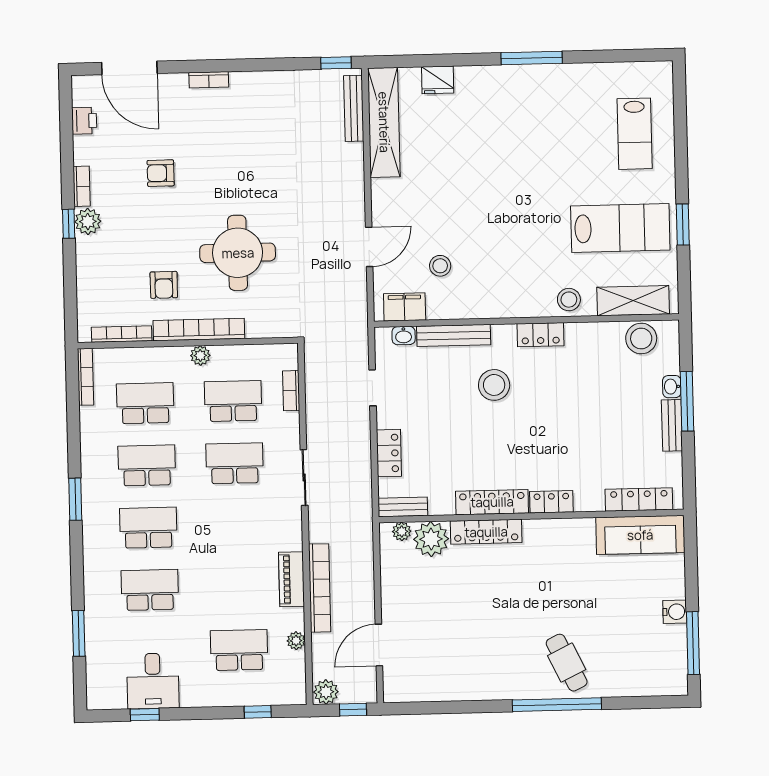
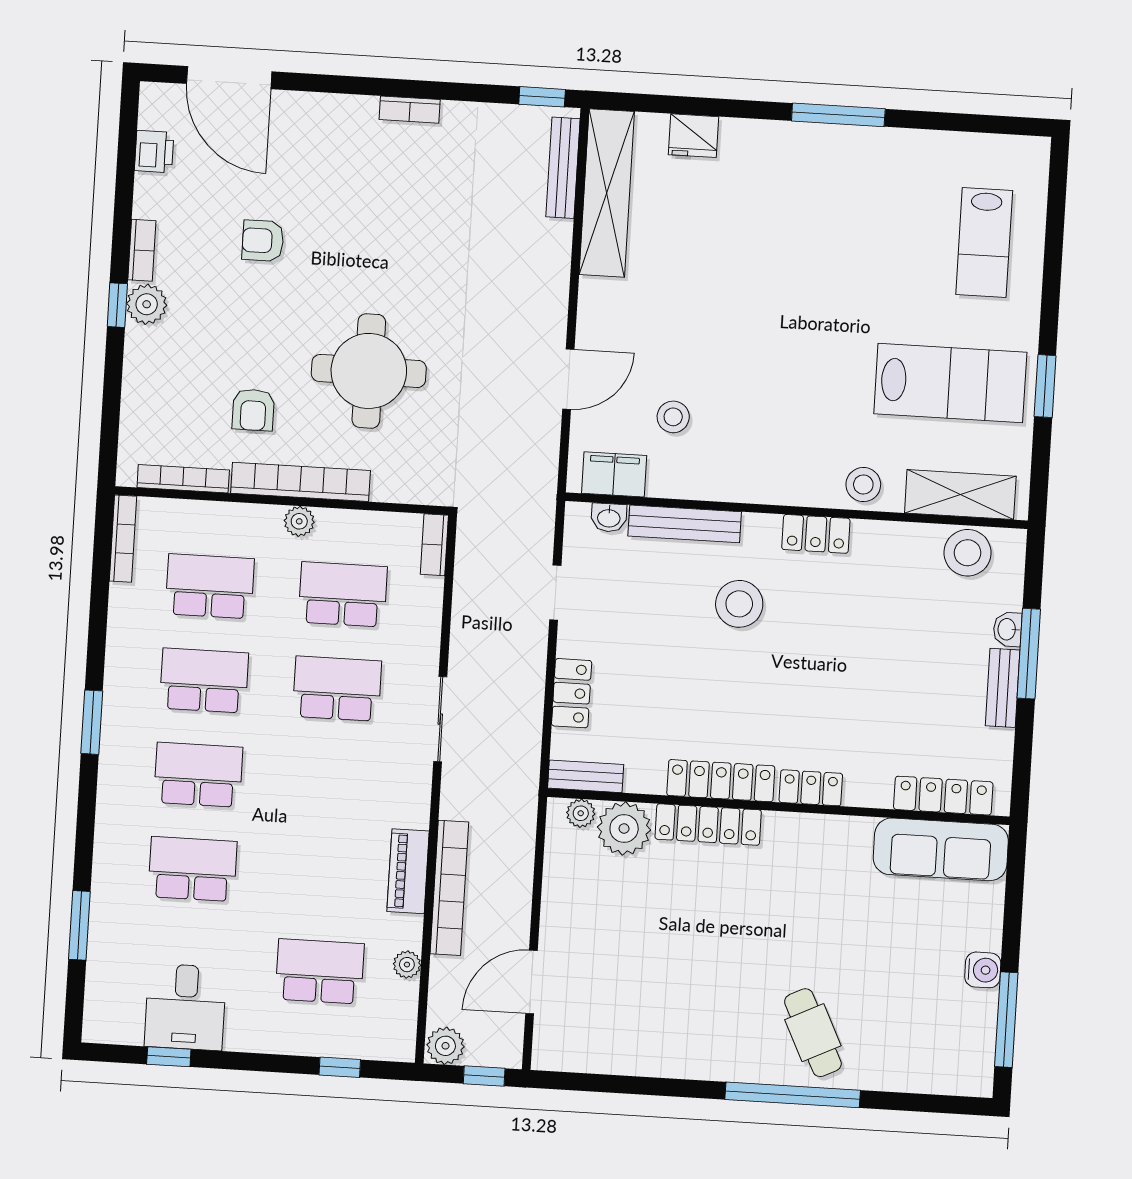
bookcase: (209, 80) -> (410, 110), moved
bookcase: (291, 391) -> (434, 545), moved

